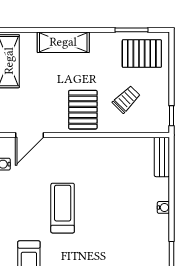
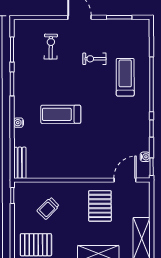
pallet: (83, 110) -> (100, 206), moved
treadmill: (63, 208) -> (61, 114), moved, turned 90

